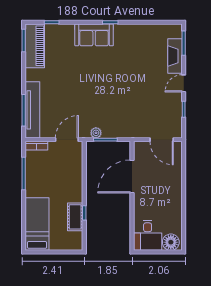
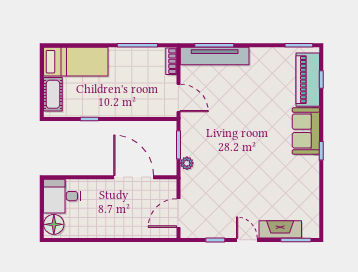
piano: (35, 46) -> (308, 80), moved, turned 90
plant: (96, 133) -> (187, 163), moved
cot: (75, 217) -> (53, 94), moved, turned 90

